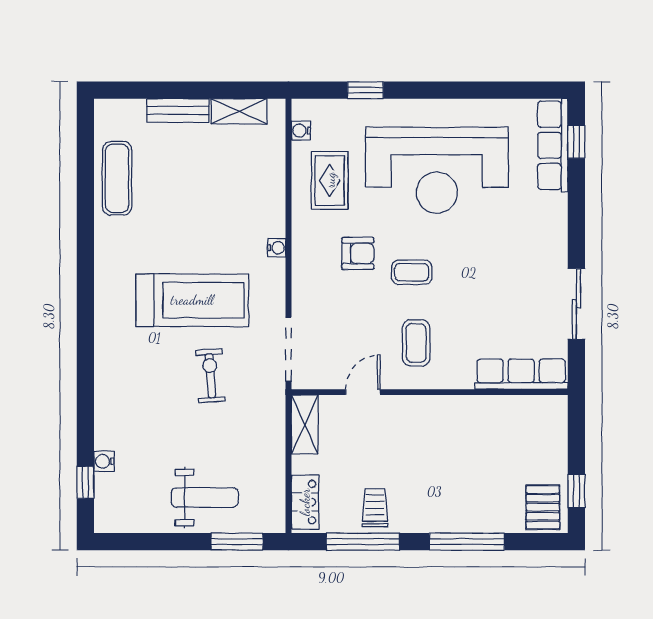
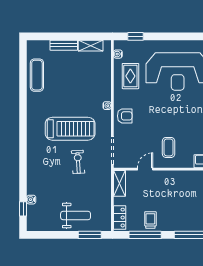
window: (365, 90) -> (135, 36), moved
armchair: (358, 253) -> (125, 116), moved
coffee table: (412, 272) -> (167, 116), removed

